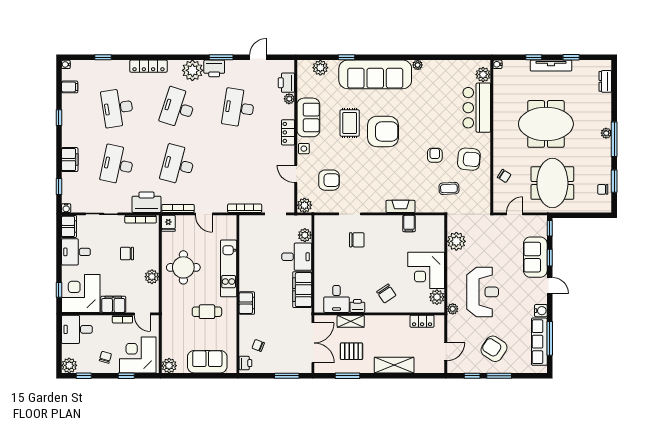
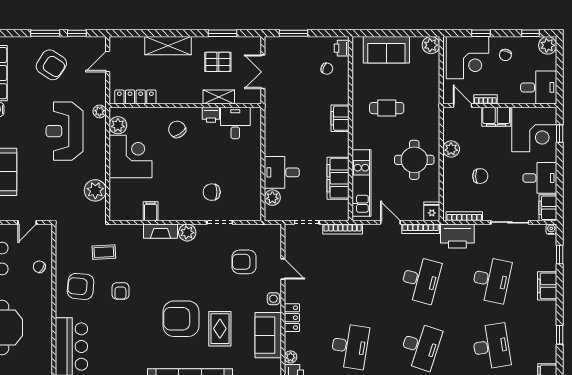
plant: (304, 205) -> (187, 233), moved
kitchen unit: (229, 268) -> (361, 183), moved
filing cabinet: (302, 290) -> (338, 178), moved, turned 180
locker: (422, 321) -> (135, 97), width x1.53
double door: (313, 343) -> (263, 72), width x0.73

